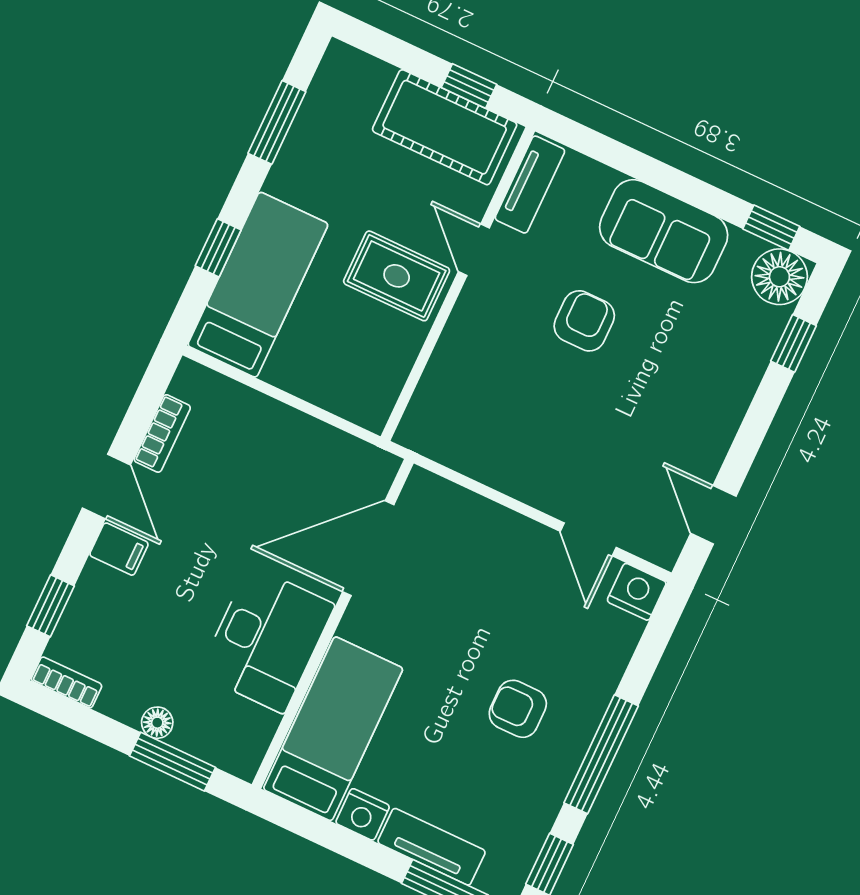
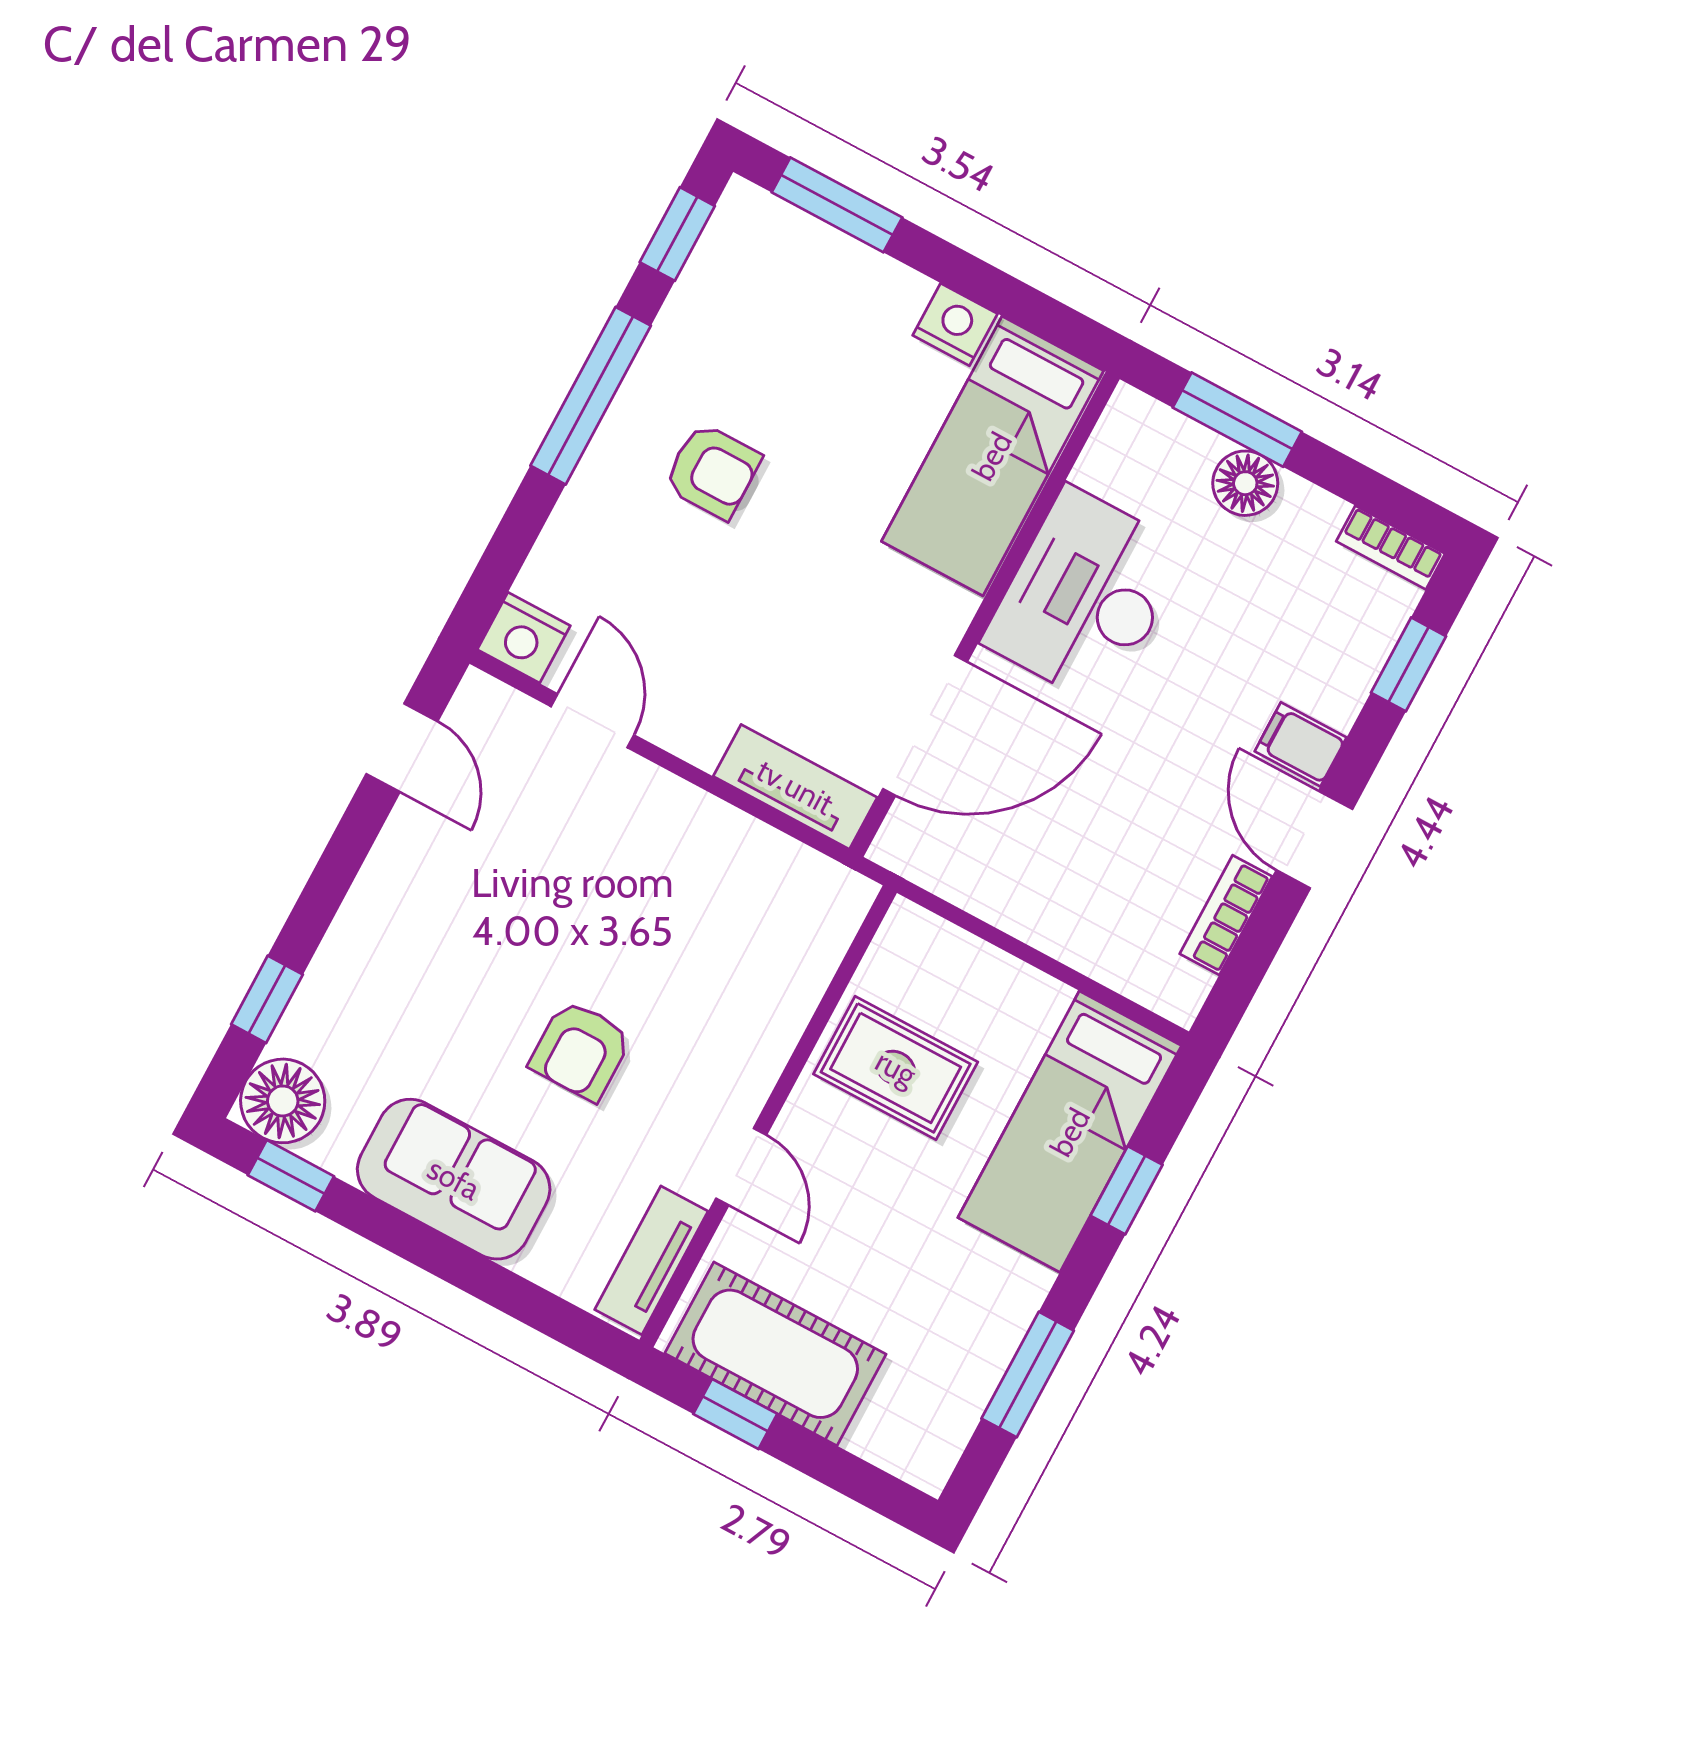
rug: (397, 276) -> (896, 1068), moved
floor lamp: (157, 723) -> (1245, 483), width x1.37, depth x1.37
tv unit: (432, 847) -> (795, 787), moved, turned 180

